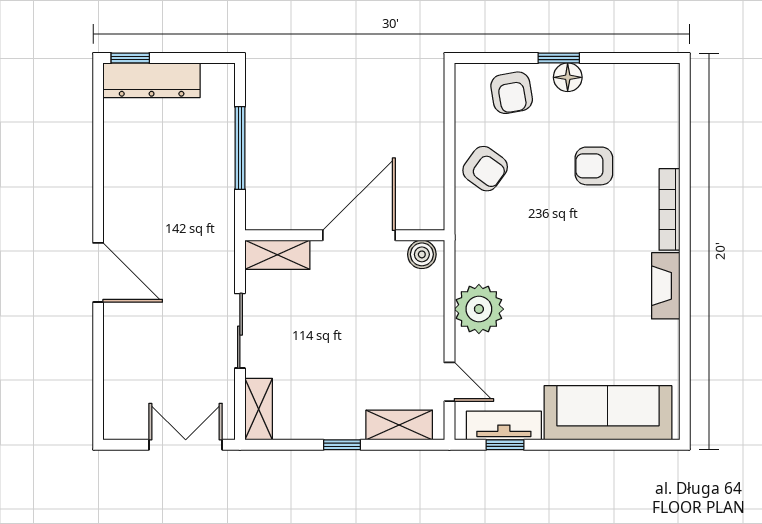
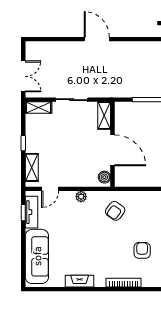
armchair: (485, 169) -> (115, 211), moved
door: (98, 272) -> (97, 39), swing flipped
fireplace: (666, 286) -> (80, 281), moved
plant: (479, 309) -> (81, 197), width x0.53, depth x0.53

